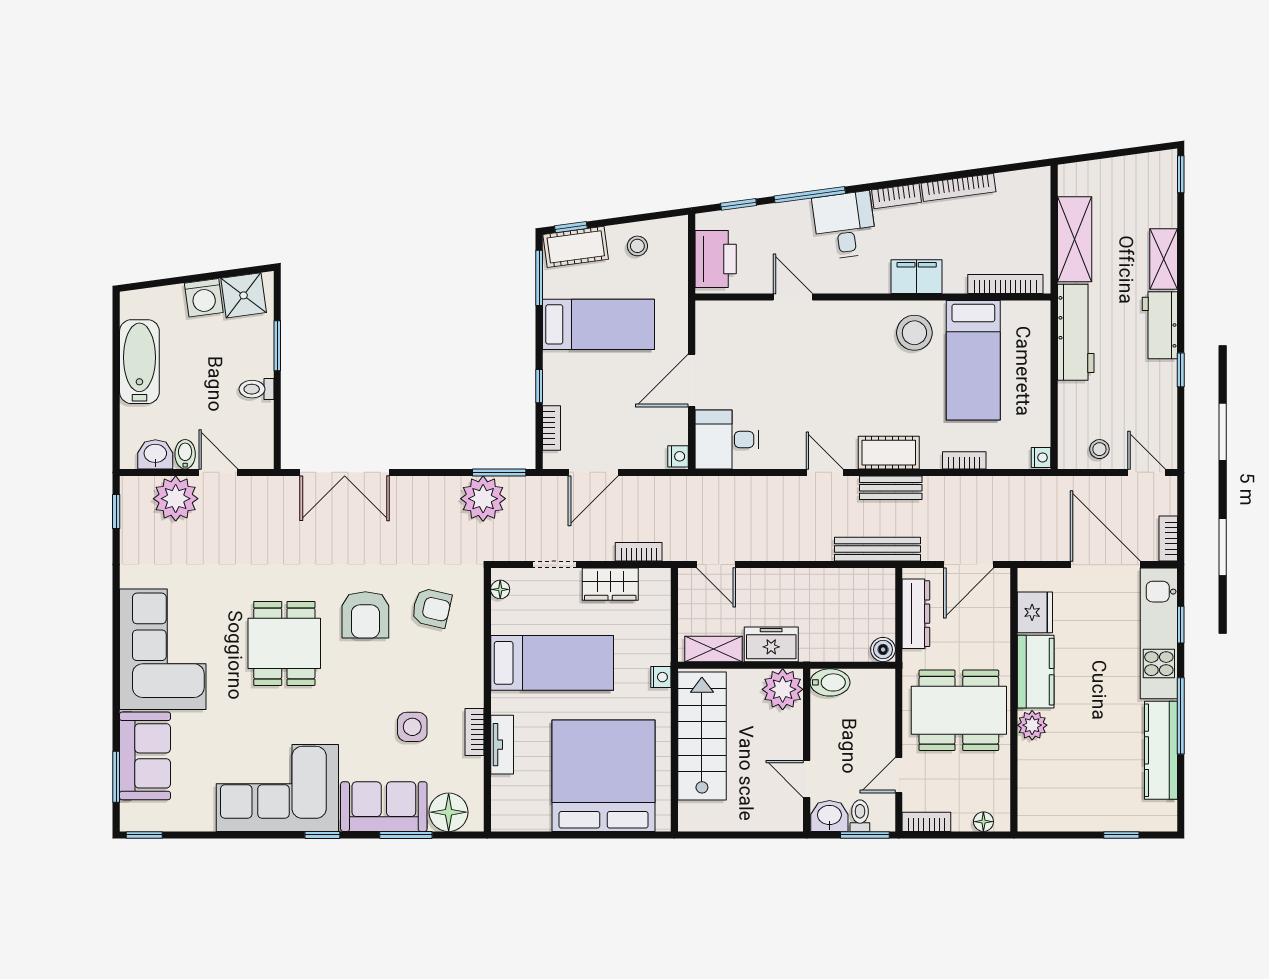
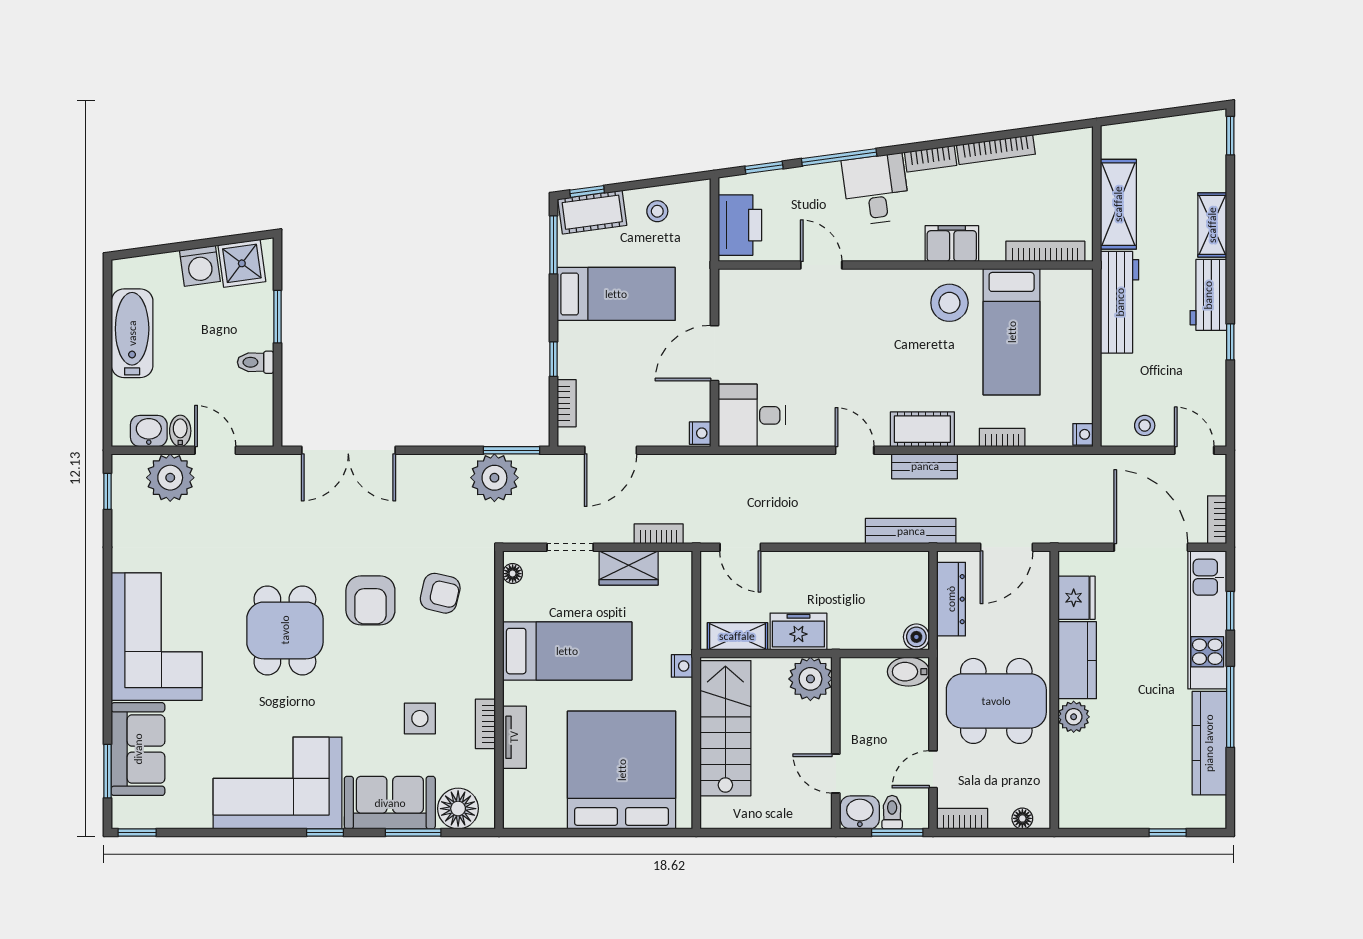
bidet: (830, 682) -> (908, 672), moved, turned 180

